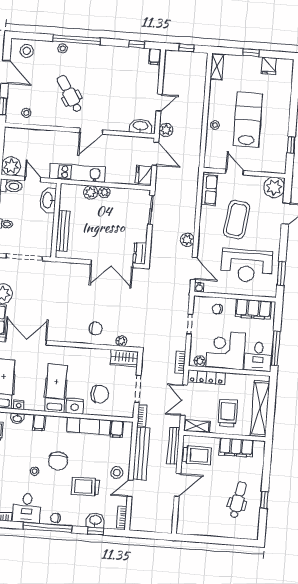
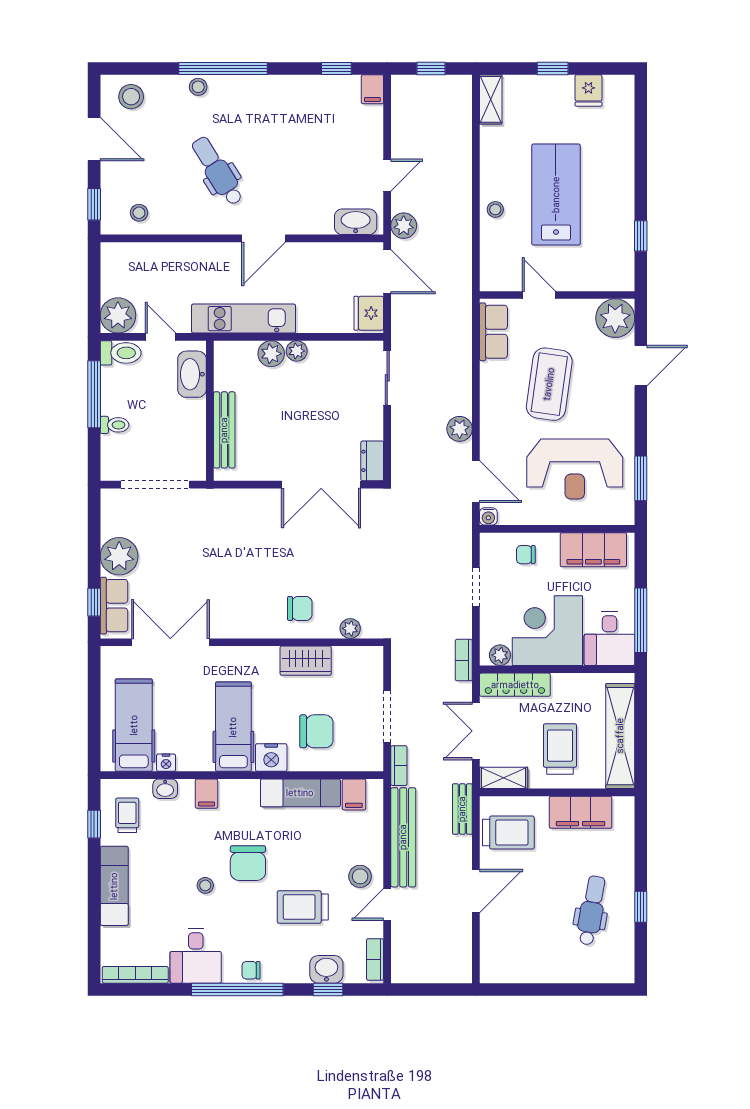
wardrobe: (124, 358) -> (306, 661), moved
bench: (173, 446) -> (462, 809), width x0.73

